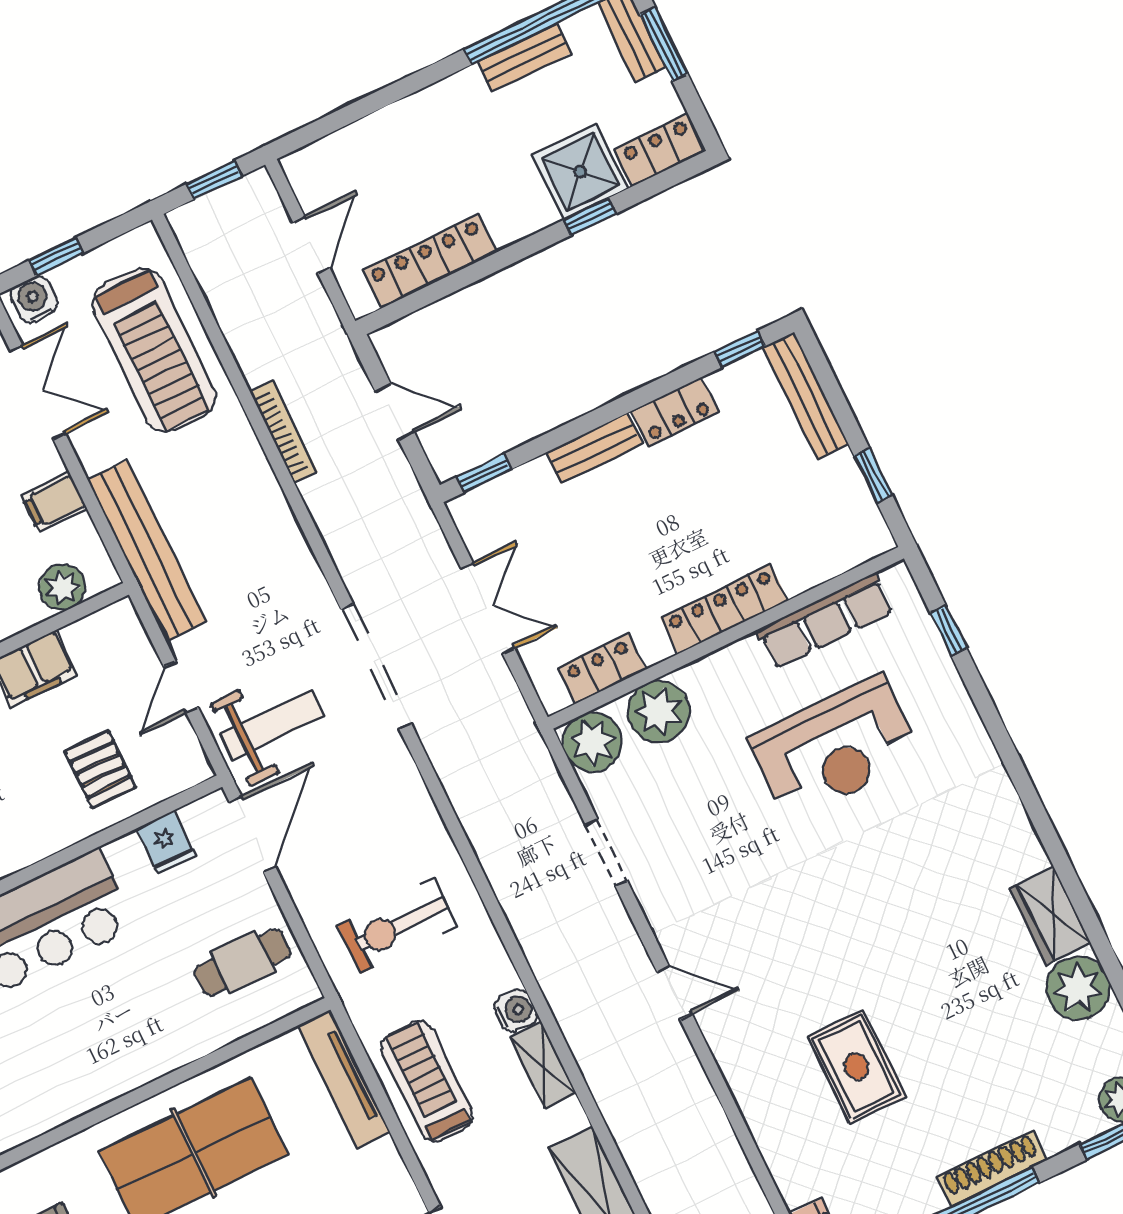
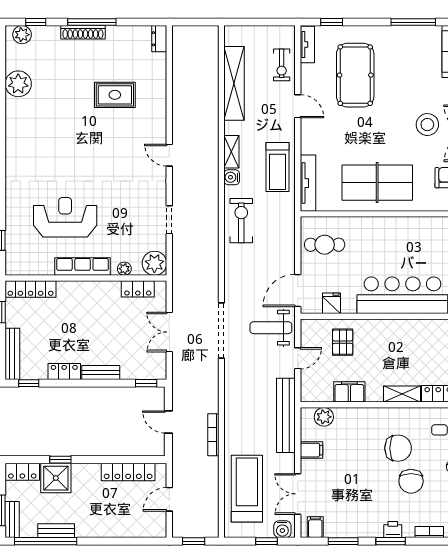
locker: (724, 609) -> (31, 289), moved
row of seats: (825, 621) -> (83, 267), moved
plant: (659, 712) -> (124, 269), width x0.53, depth x0.53
wardrobe: (1050, 916) -> (15, 116), removed
exercise bike: (397, 926) -> (241, 221), moved, turned -90
rug: (856, 1066) -> (115, 95), turned 90

